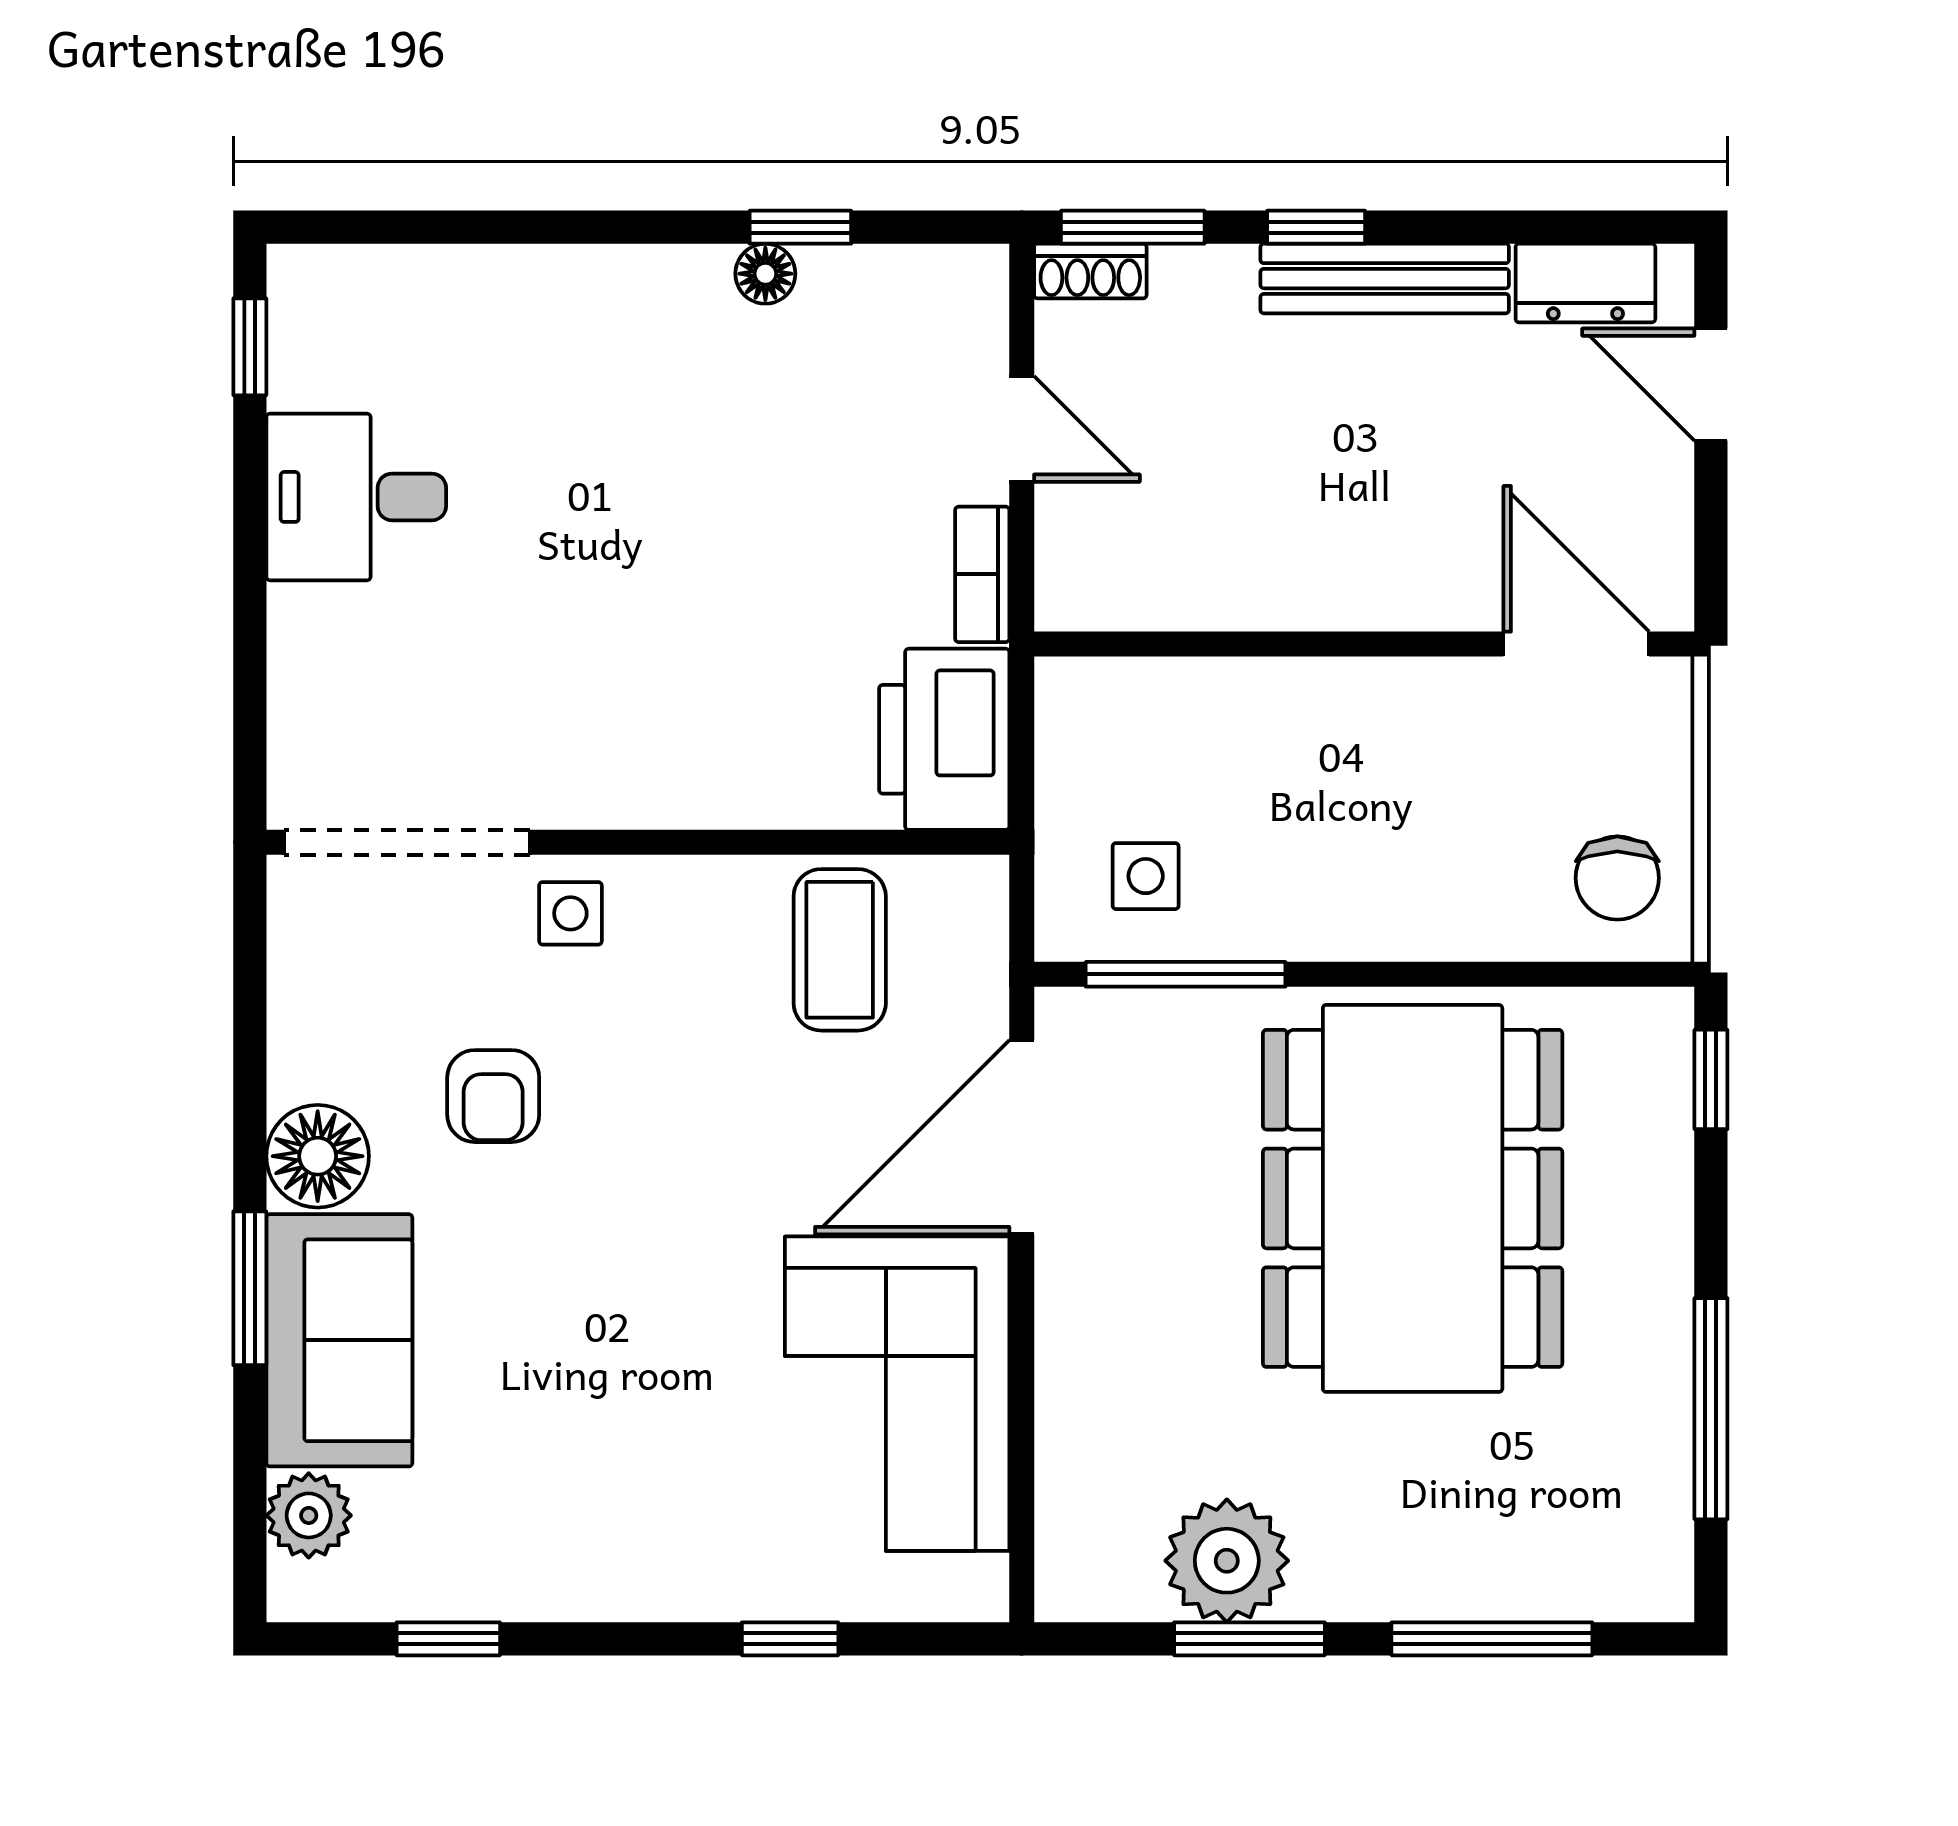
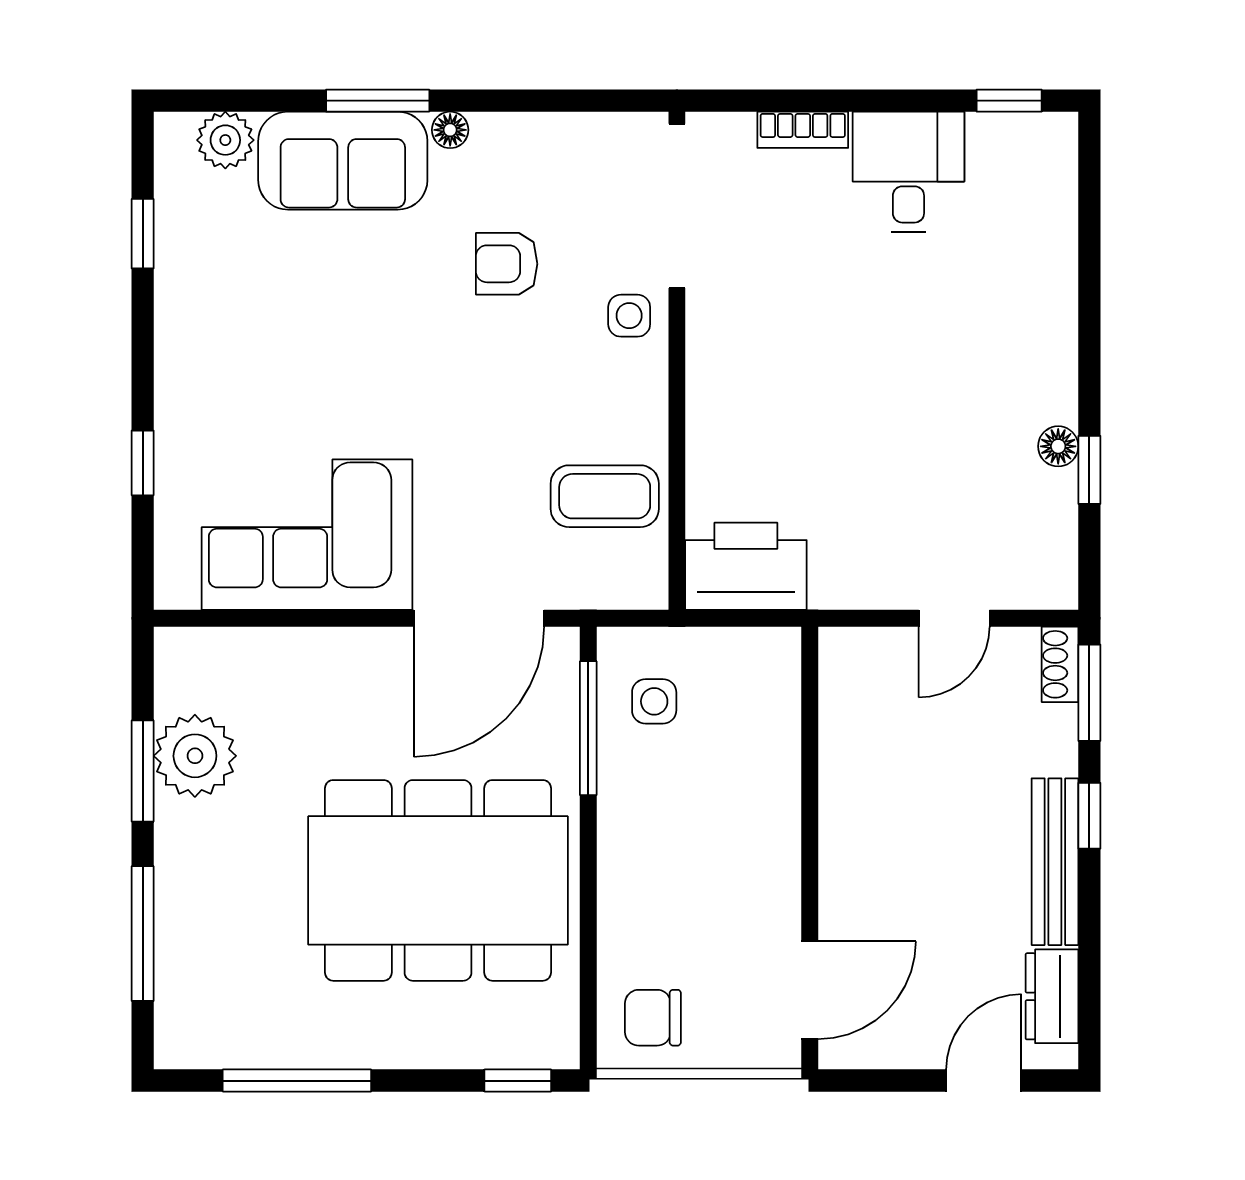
bookcase: (982, 574) -> (803, 130), moved, turned 180
door: (1022, 1137) -> (479, 618), swing flipped
floor lamp: (318, 1156) -> (450, 130), width x0.53, depth x0.53

